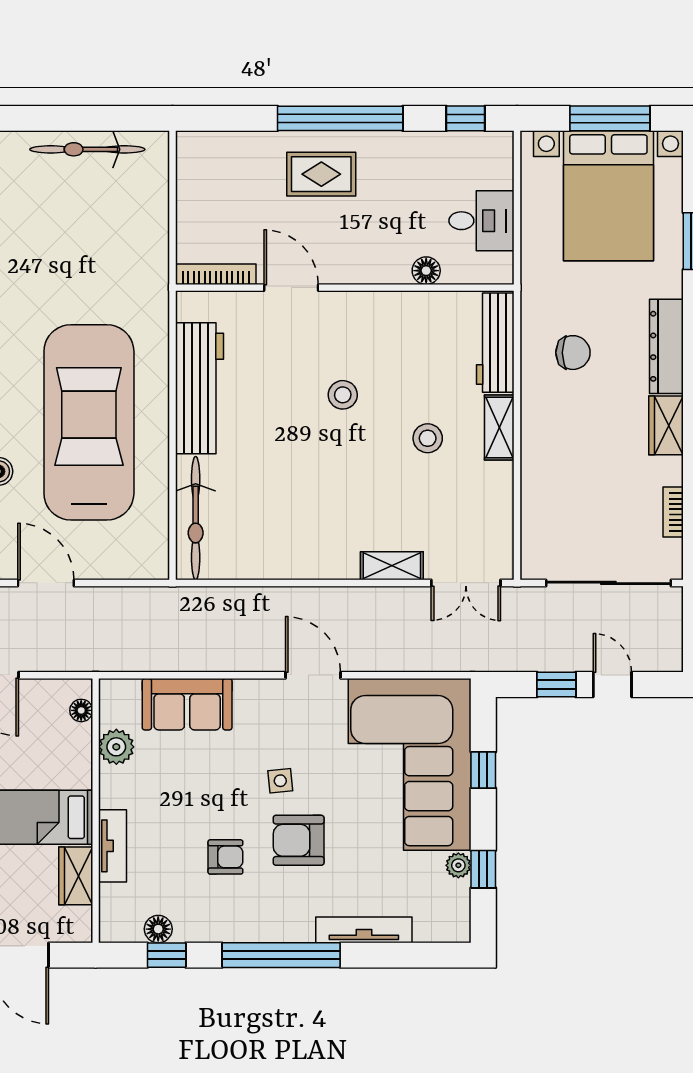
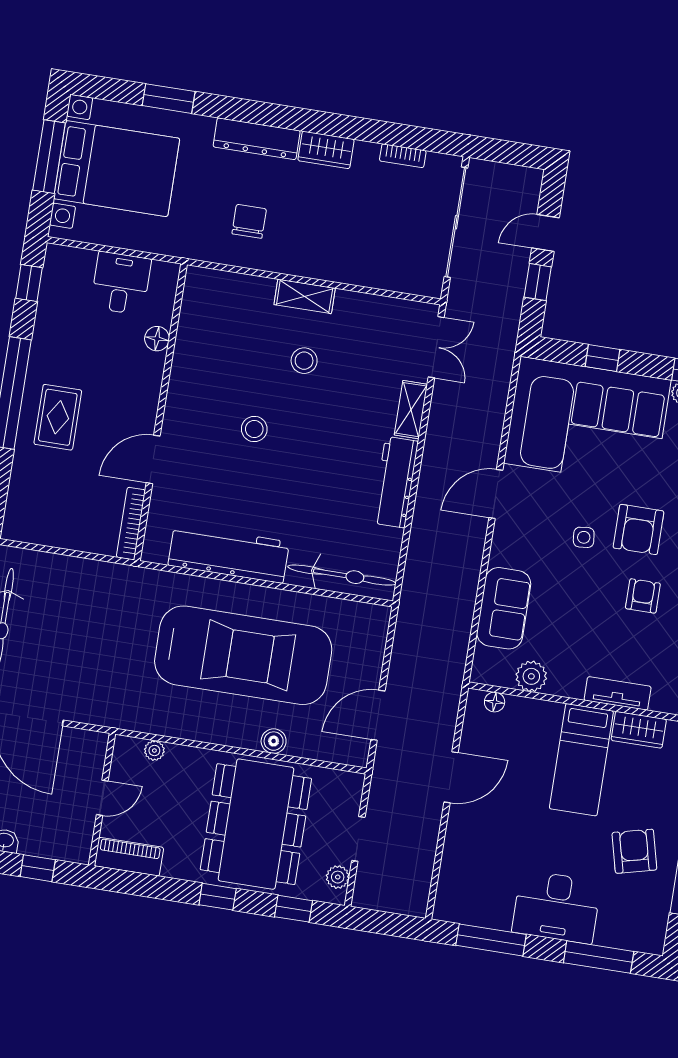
workbench: (495, 343) -> (395, 482), moved, turned 90
car: (89, 422) -> (243, 655), turned 180

